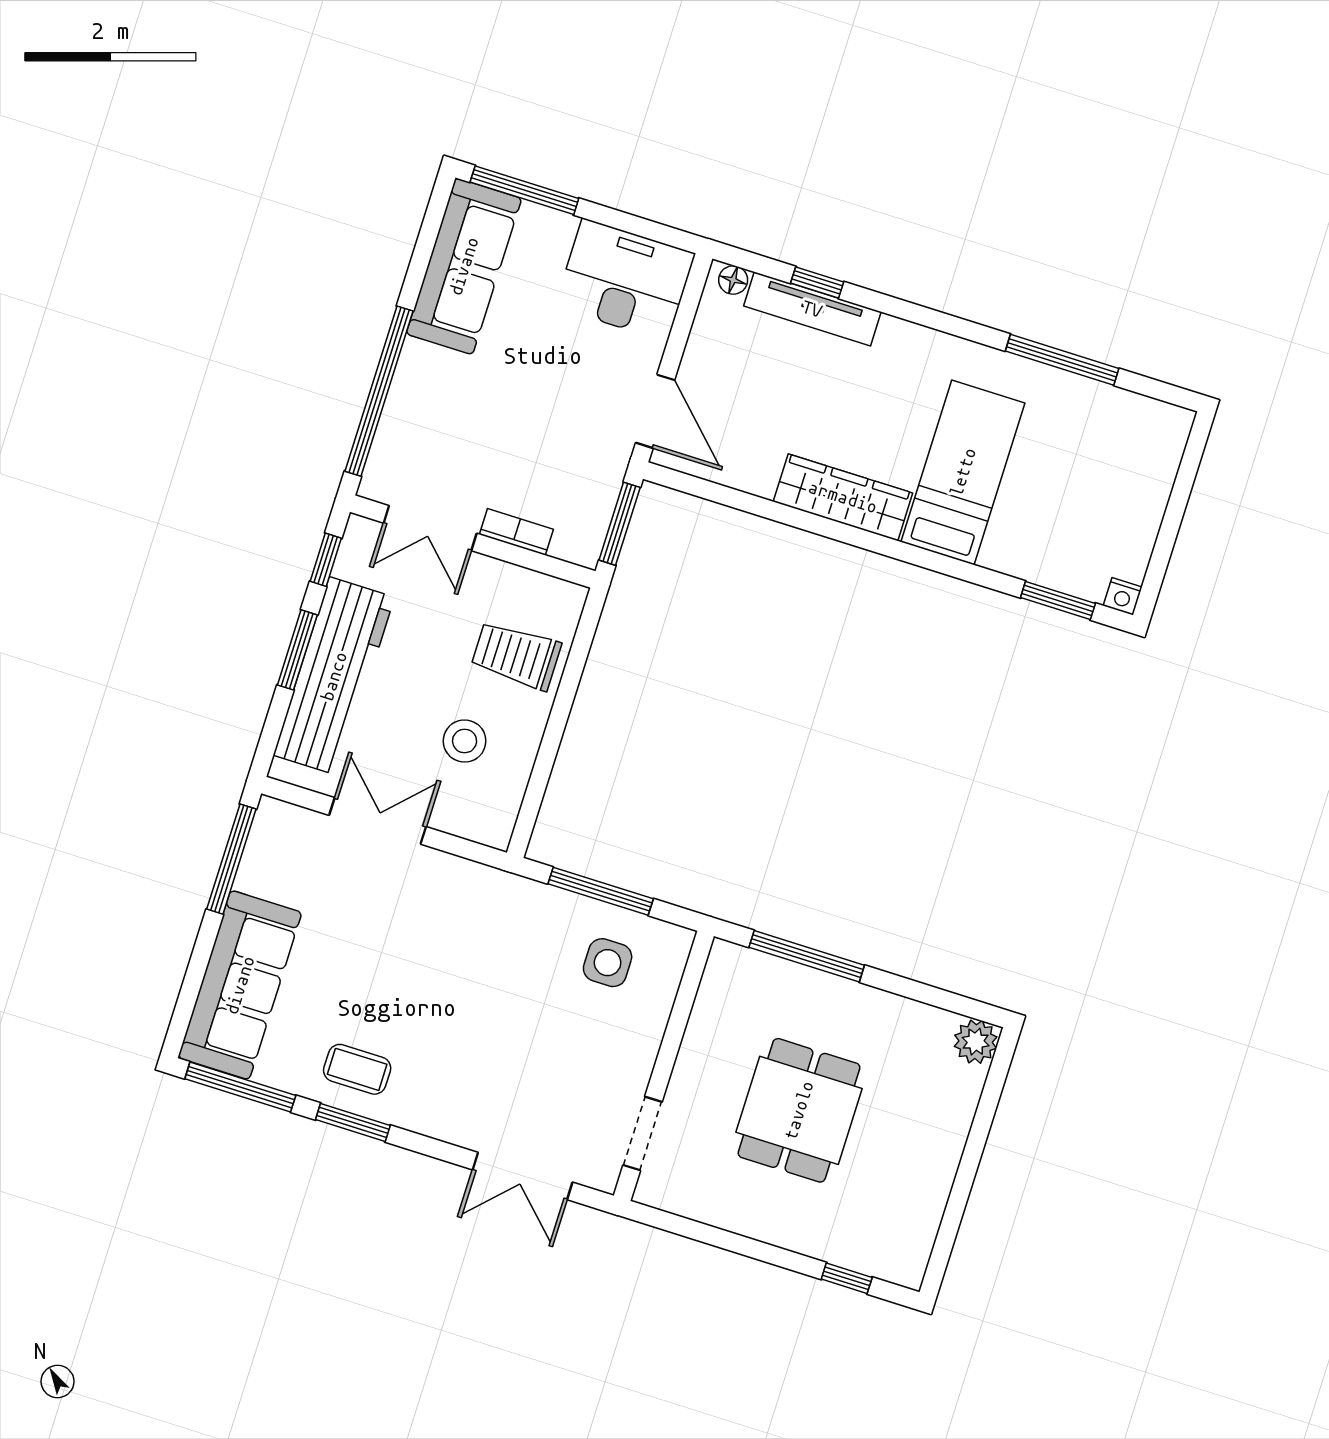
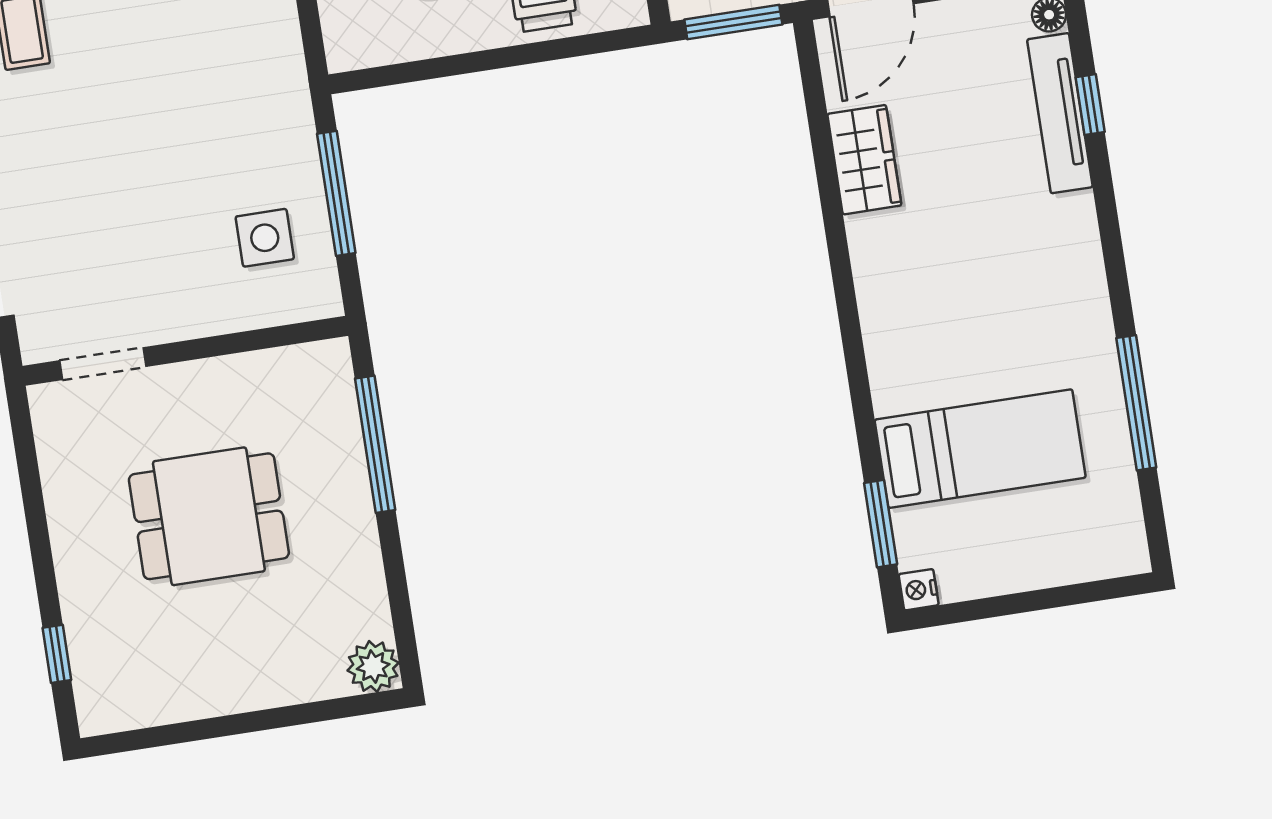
bed: (963, 472) -> (980, 449), moved
wardrobe: (843, 497) -> (864, 160), moved, width x0.67

